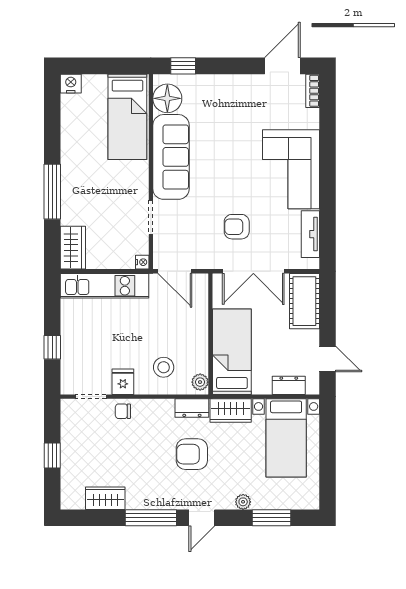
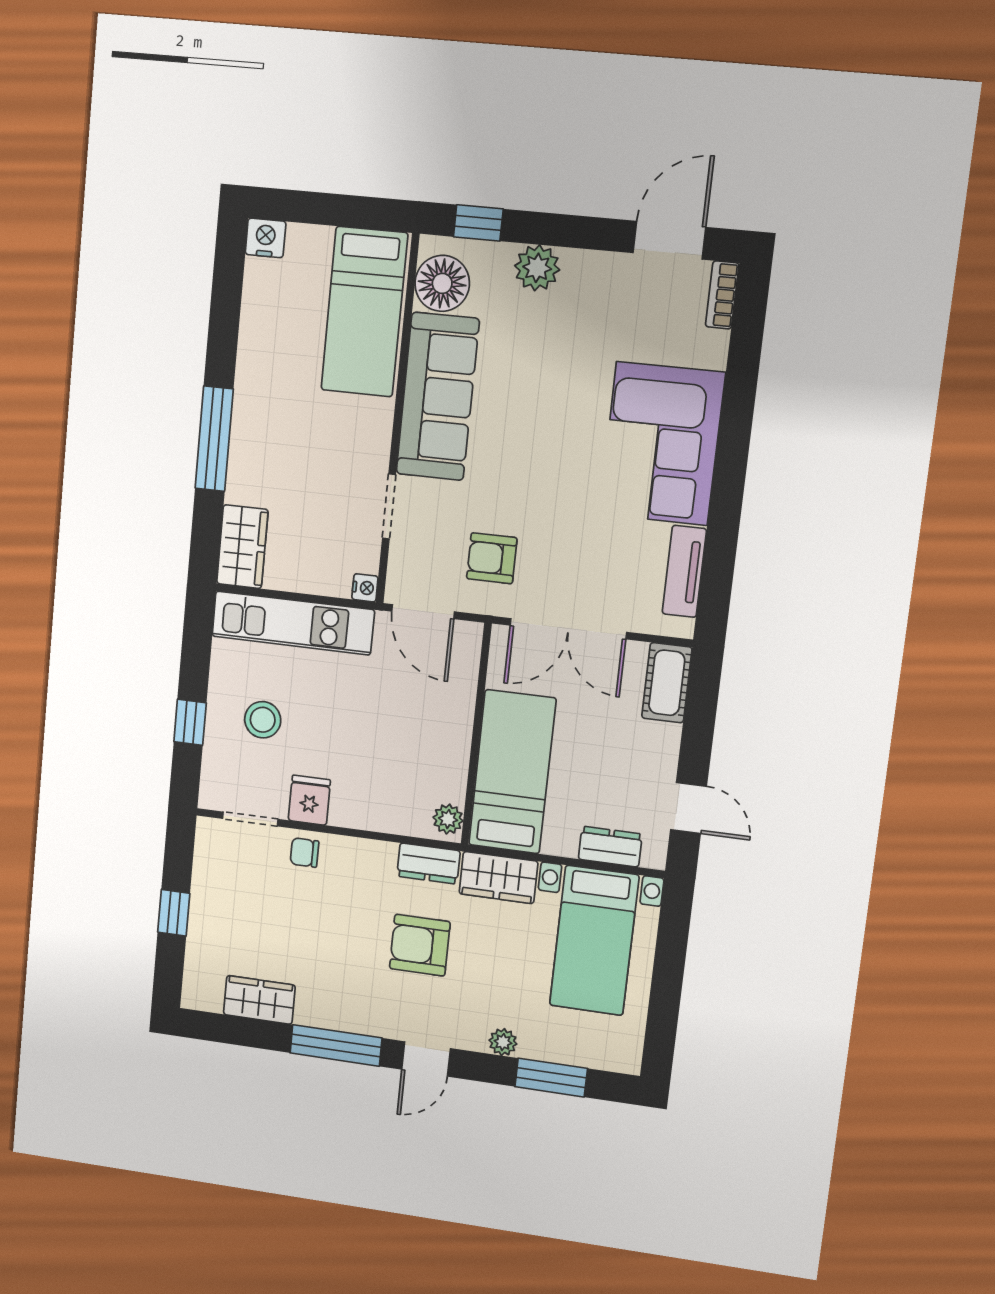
plant: (216, 86) -> (537, 268), added
armchair: (237, 227) -> (492, 558), moved
cot: (304, 301) -> (667, 683), width x0.73, depth x0.75
stool: (164, 367) -> (263, 720), moved

